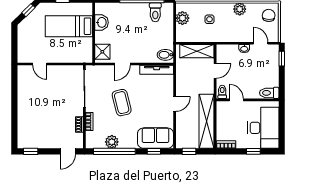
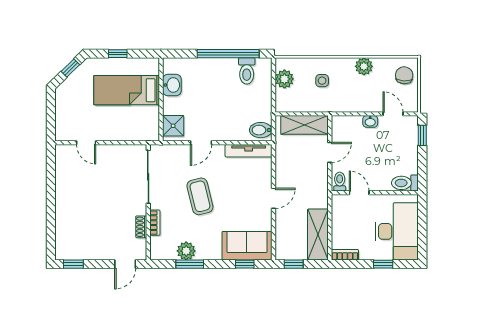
shelving: (207, 121) -> (318, 234), width x0.68
window: (114, 151) -> (190, 264), width x0.47

